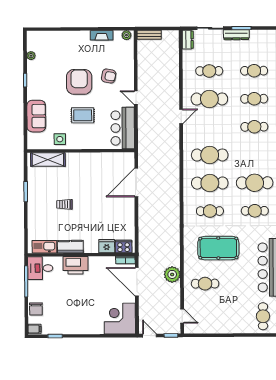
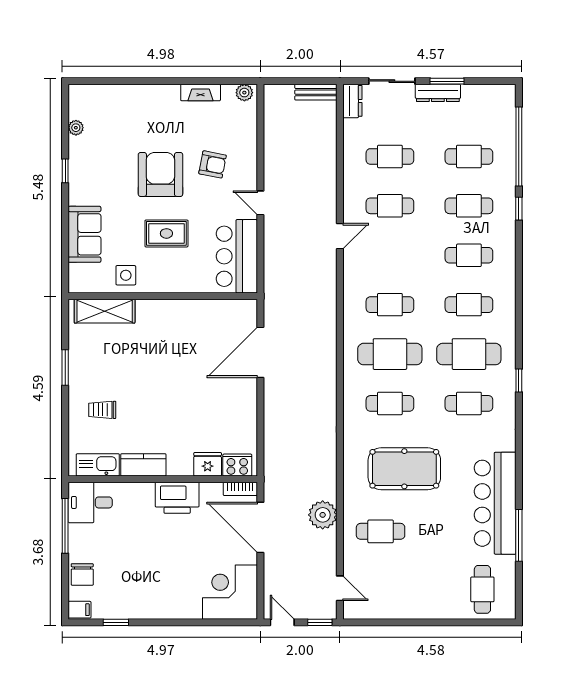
bench: (149, 35) -> (316, 92), moved
cafe table: (209, 99) -> (390, 206), width x0.73, depth x0.74
cafe table: (210, 155) -> (390, 305), width x0.73, depth x0.74
cafe table: (254, 155) -> (469, 305), added
trolley: (65, 204) -> (102, 410), moved
printer: (76, 265) -> (177, 498), moved

